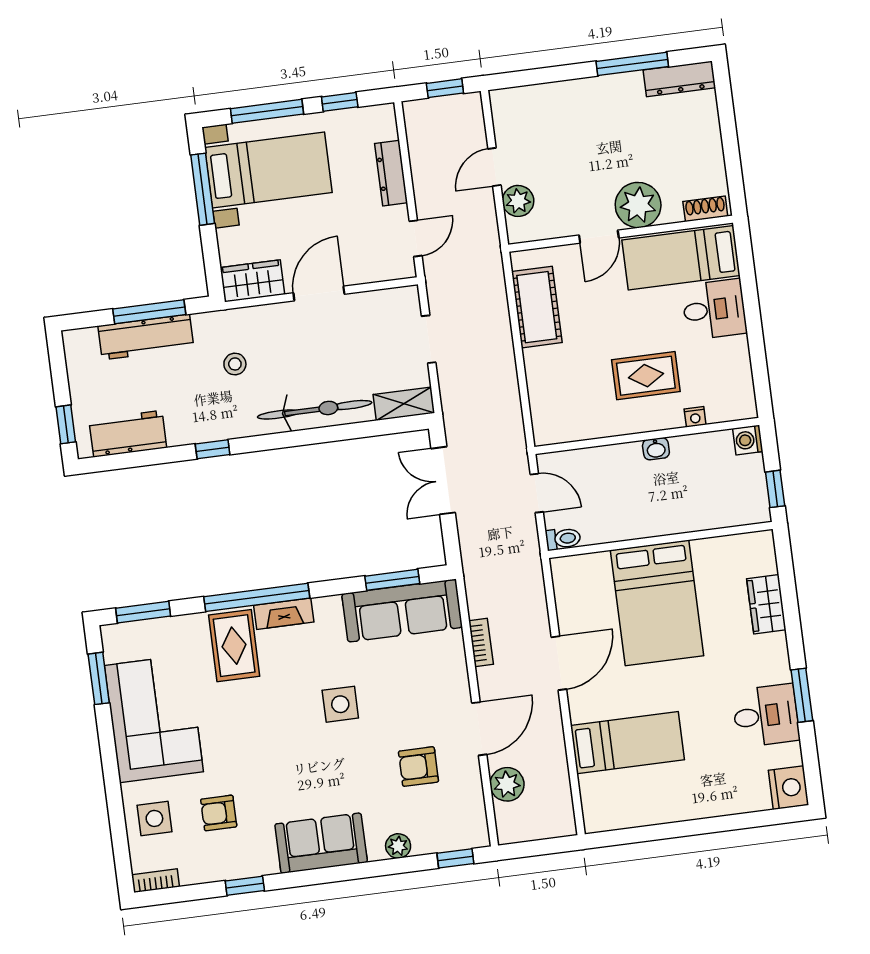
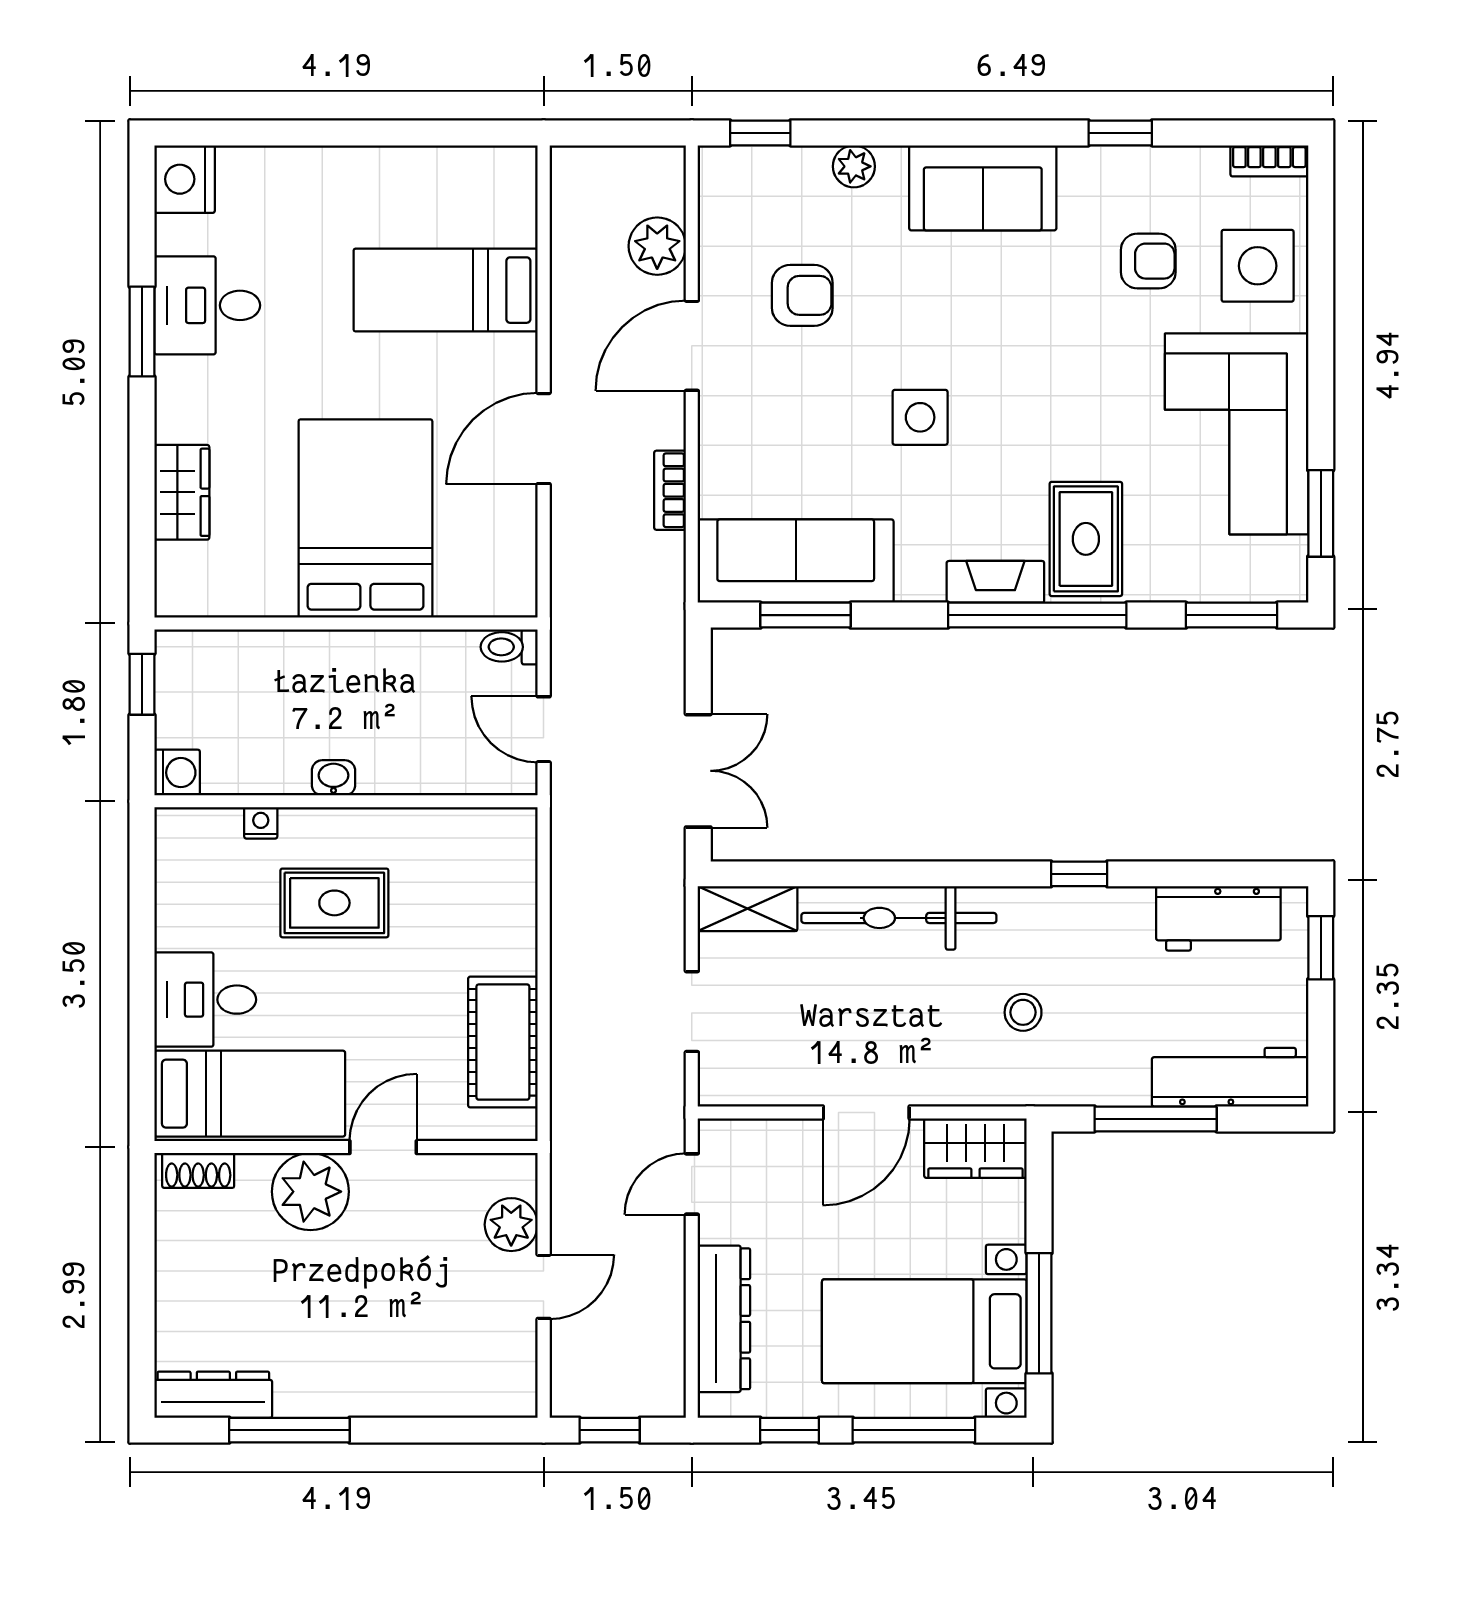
dresser: (391, 173) -> (724, 1319), width x1.37, depth x1.24
workbench: (146, 337) -> (1230, 1077), moved
side table: (154, 818) -> (1258, 266), width x1.37, depth x1.37

